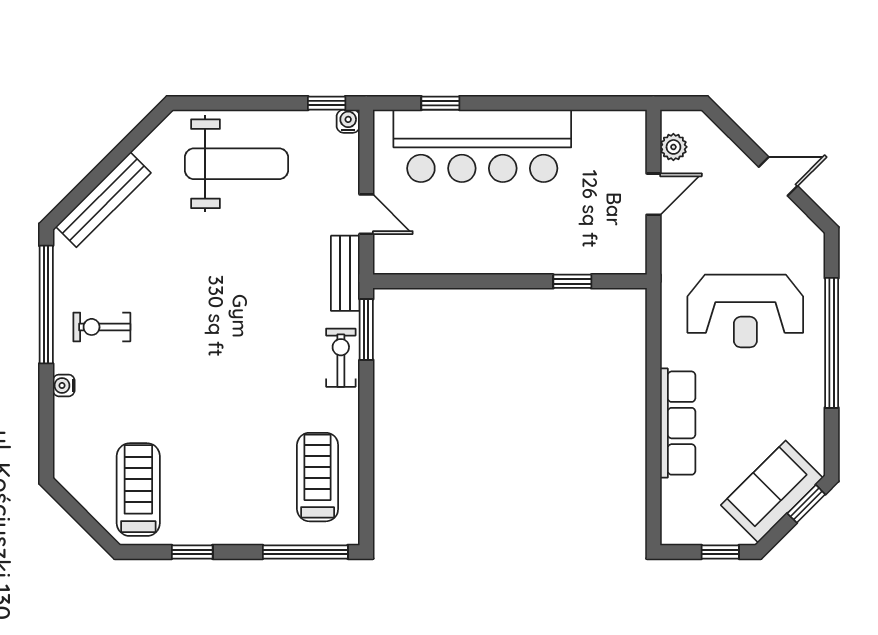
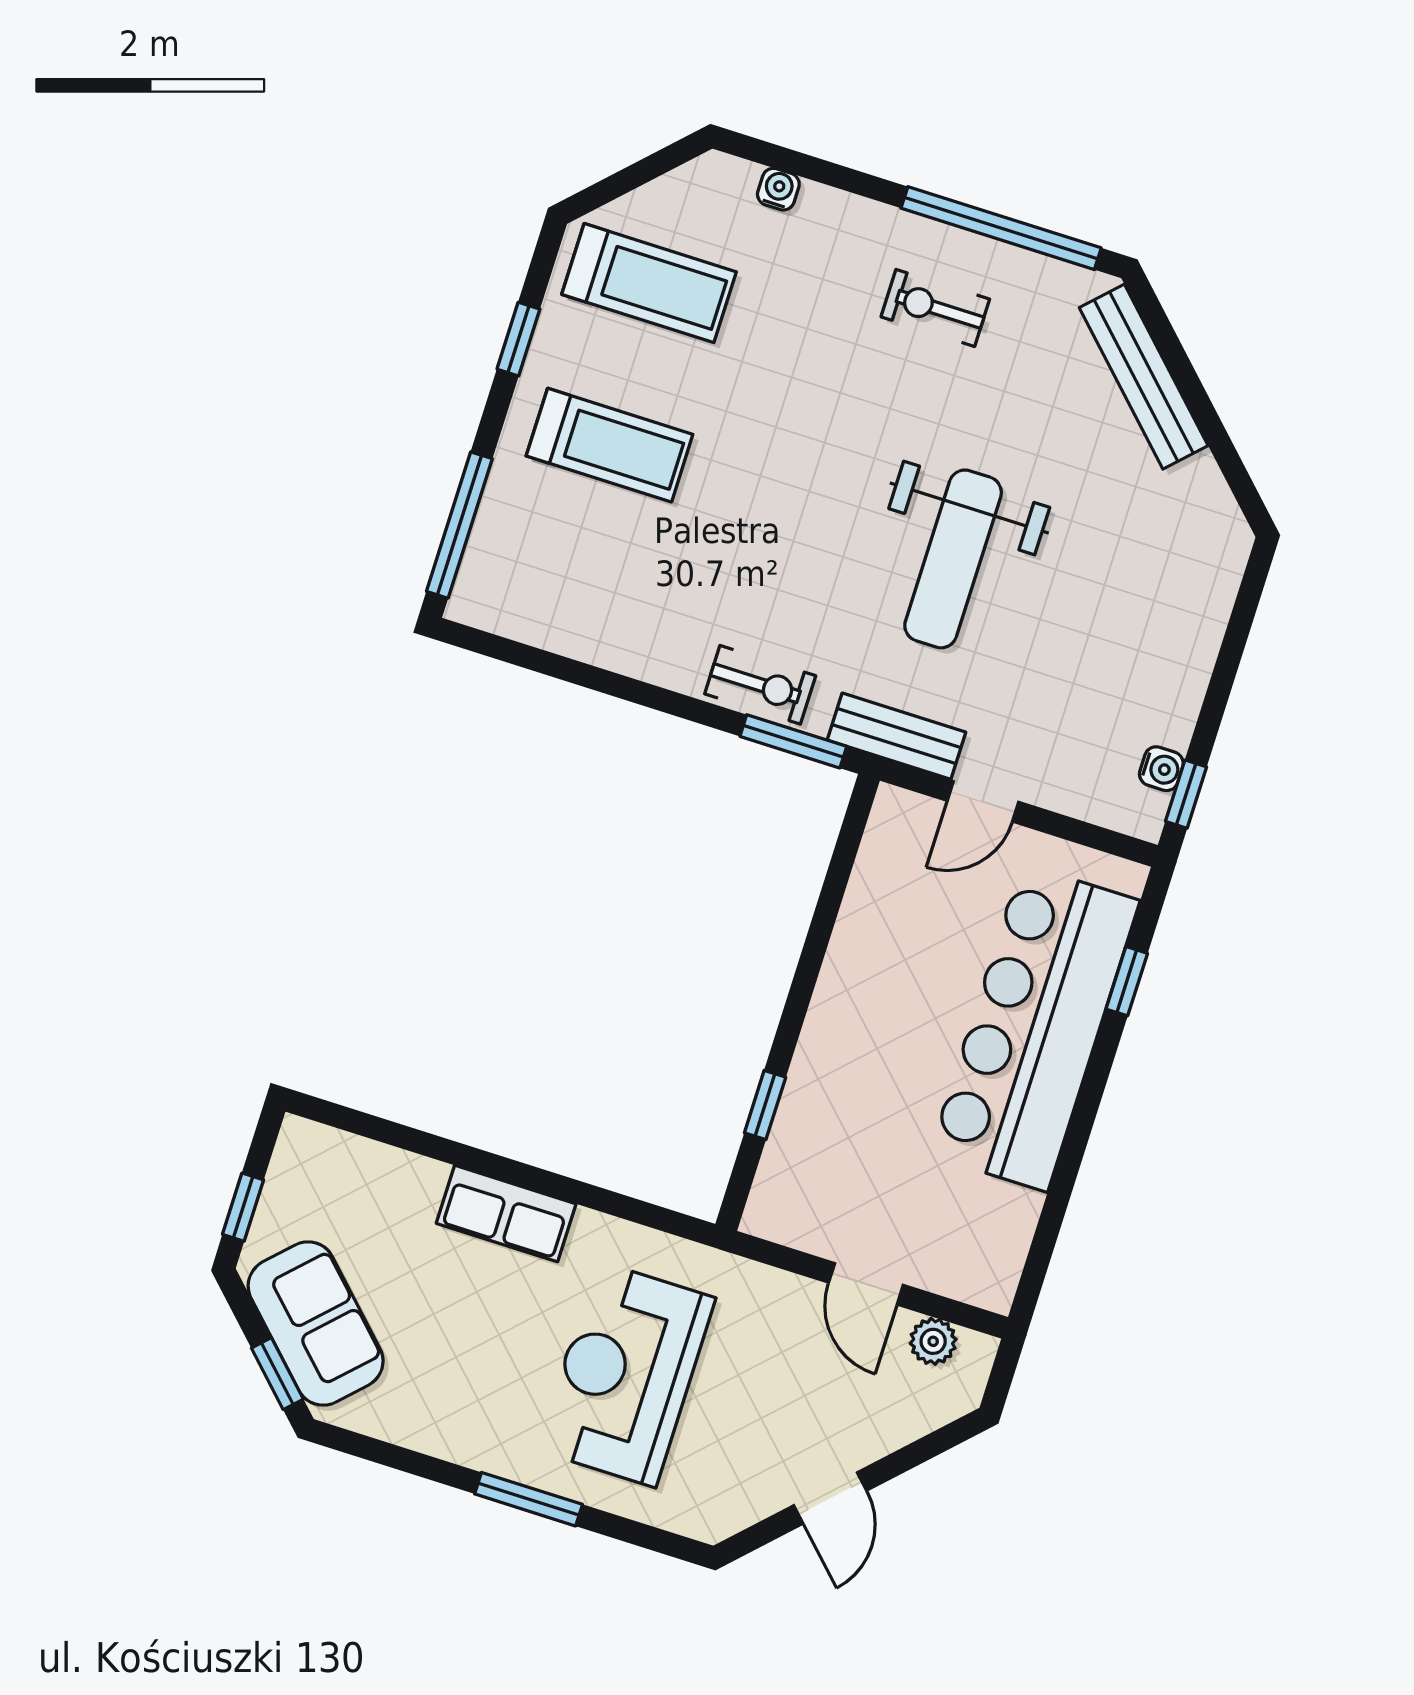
water cooler: (348, 121) -> (1161, 769), moved
weight bench: (236, 164) -> (953, 559), moved
exercise bike: (102, 327) -> (935, 308), turned -90
window: (832, 343) -> (529, 1499), width x0.47
water cooler: (64, 385) -> (778, 189), moved
row of seats: (678, 423) -> (506, 1214), width x0.68
treadmill: (318, 477) -> (610, 445), moved

